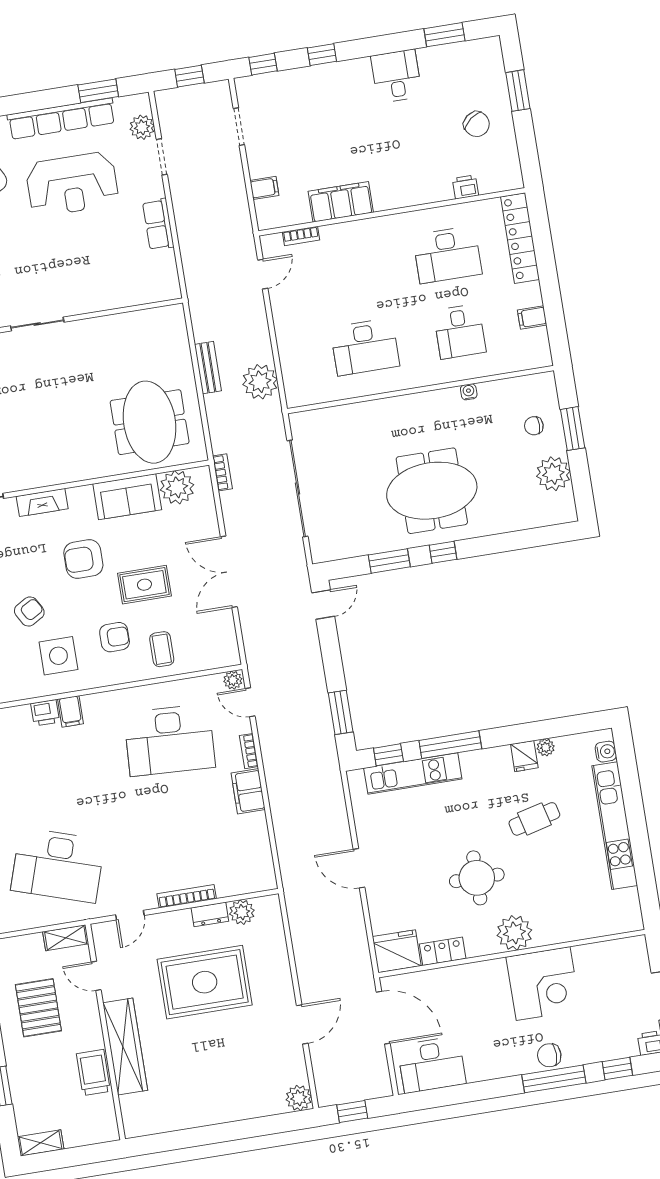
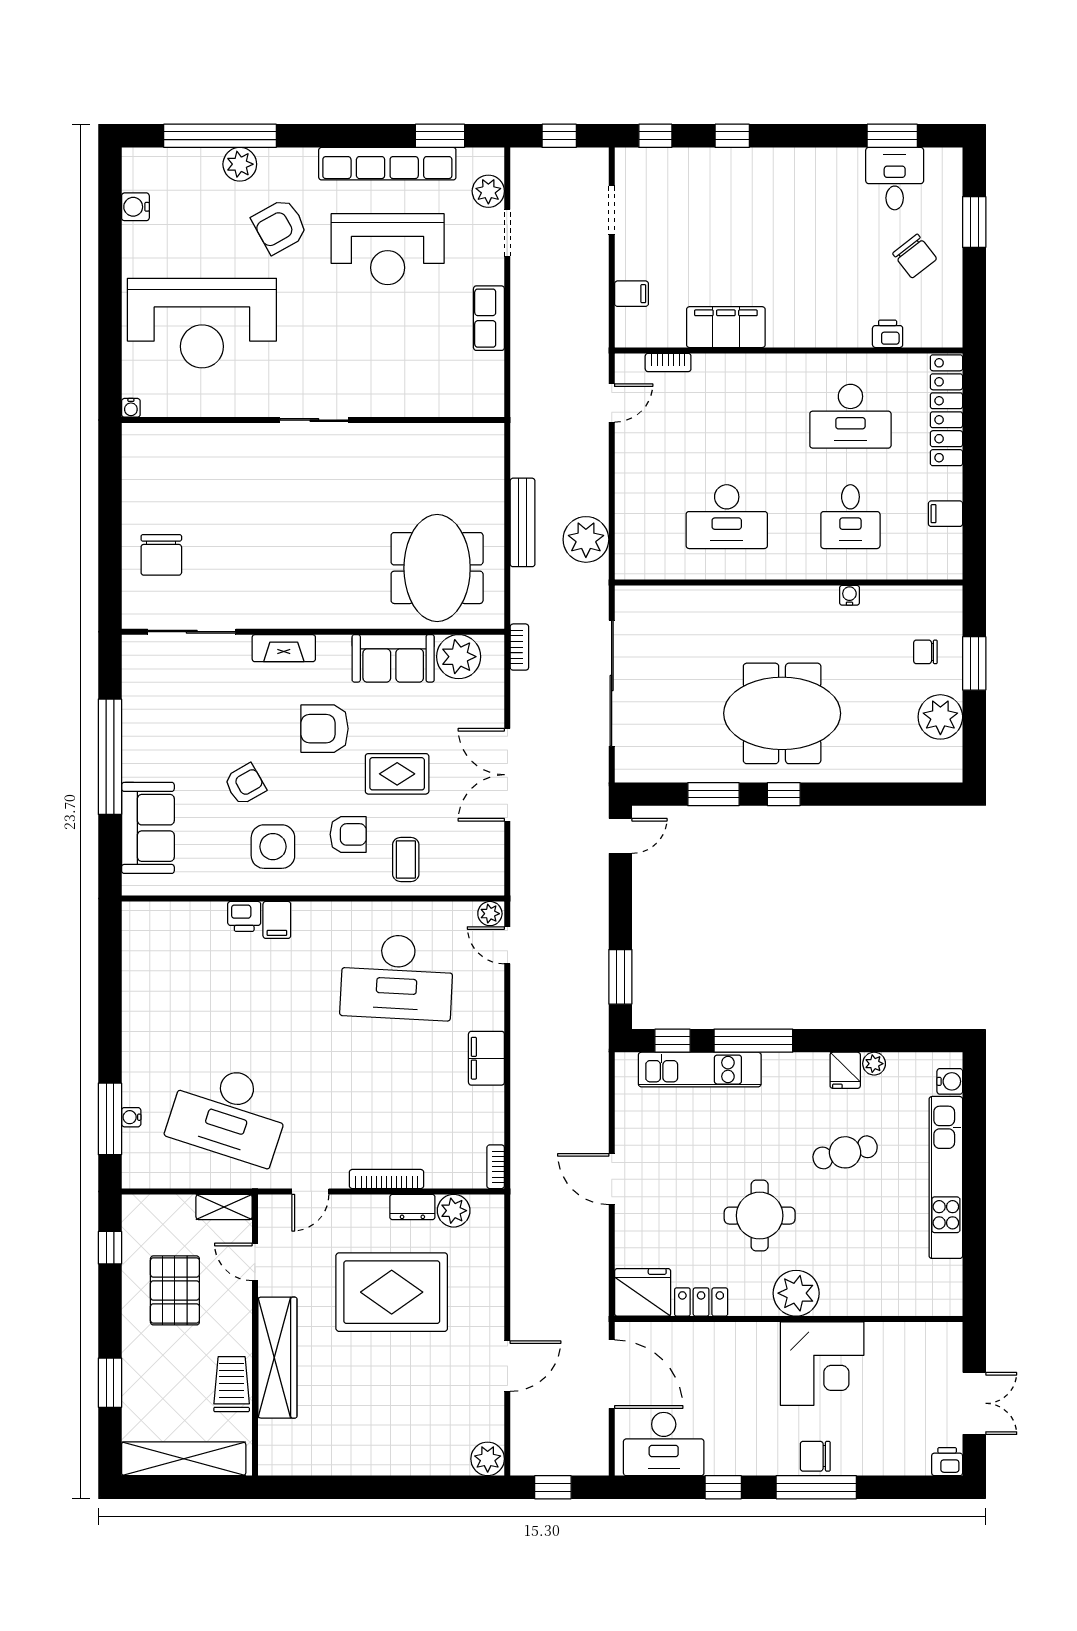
desk: (396, 76) -> (895, 179), moved
bench: (208, 368) -> (523, 522), width x1.36
bookcase: (249, 751) -> (496, 1167), moved
window: (617, 1069) -> (723, 1487), moved
shelving: (41, 1143) -> (184, 1459), width x2.20, depth x1.33

